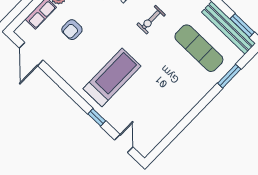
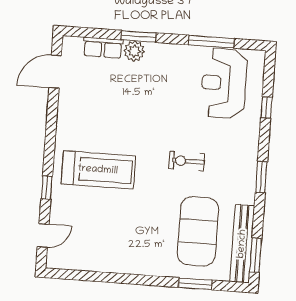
armchair: (72, 30) -> (112, 92), removed
exercise mat: (199, 48) -> (198, 231), width x1.47

